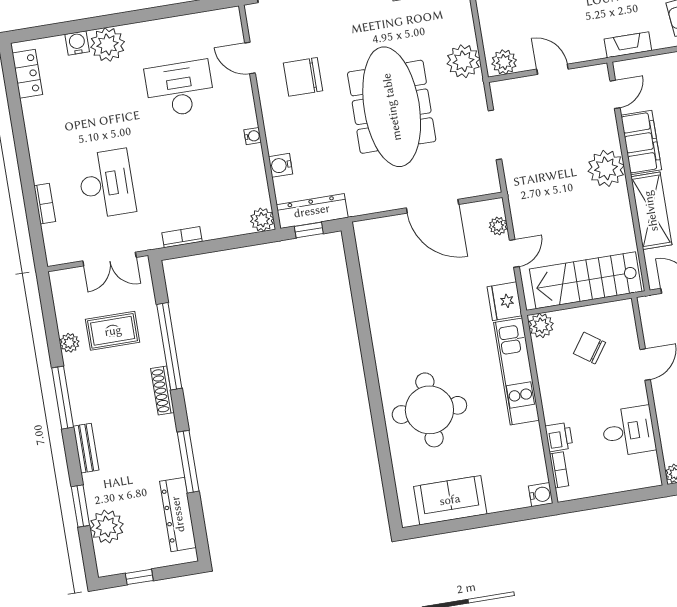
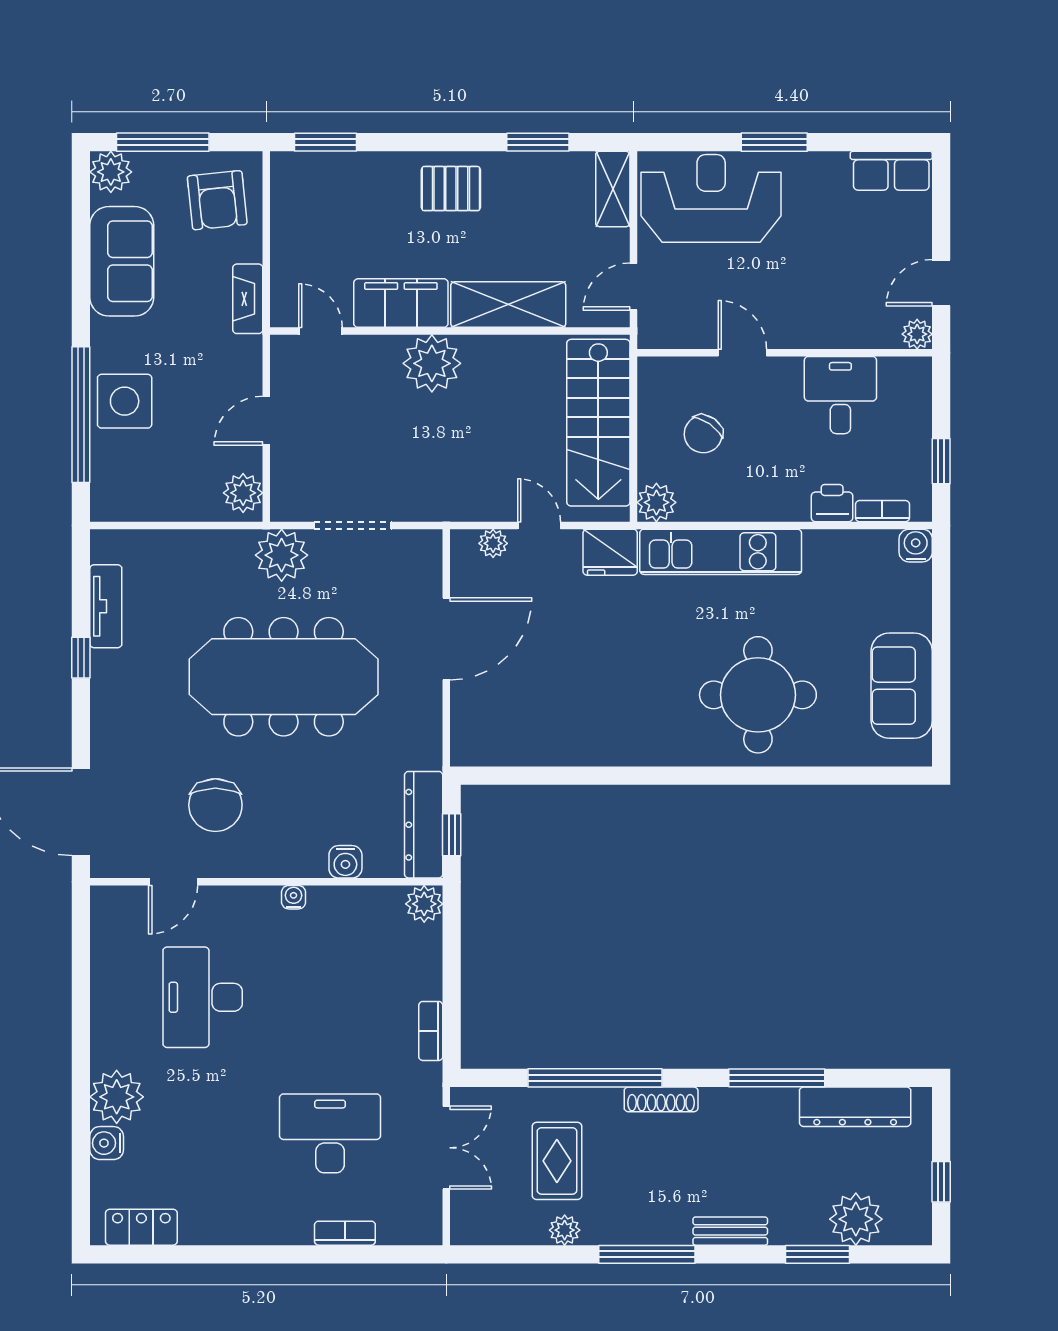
plant: (463, 61) -> (282, 555), moved
window: (597, 502) -> (941, 461), added

